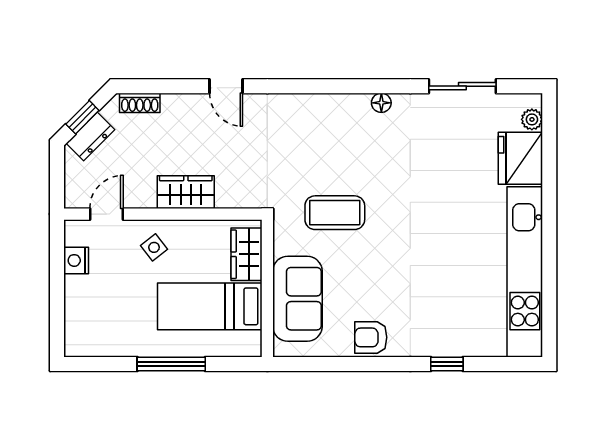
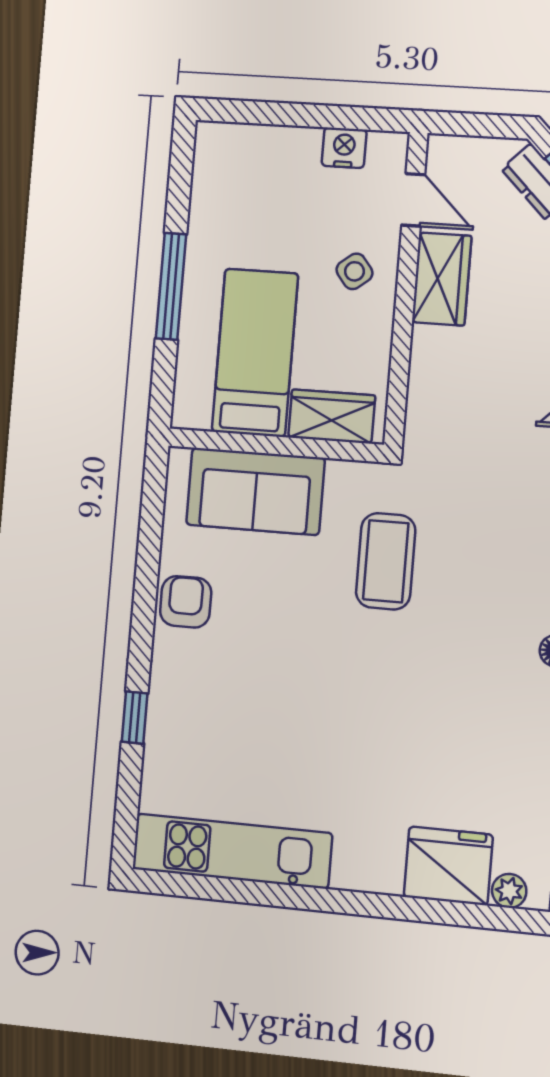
wardrobe: (186, 192) -> (442, 279), moved
kitchen unit: (525, 272) -> (232, 851), width x0.73

